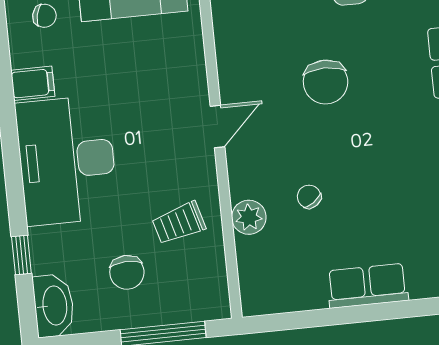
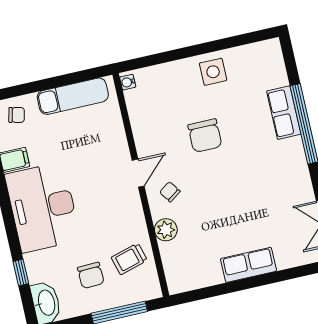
chair: (309, 197) -> (170, 192), moved
trolley: (179, 223) -> (129, 259), moved

